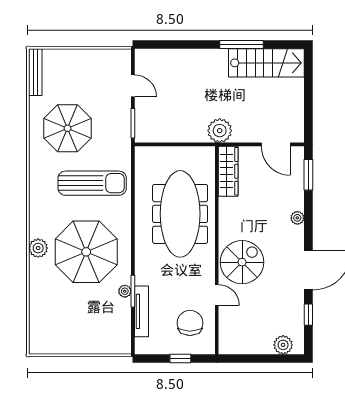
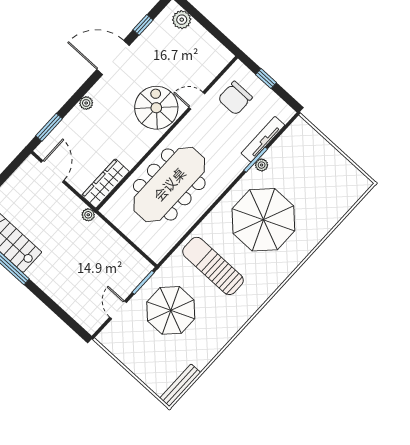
parasol: (68, 128) -> (171, 310), moved
plant: (220, 131) -> (88, 215), width x0.53, depth x0.53
plant: (38, 248) -> (296, 255), removed
spiral stairs: (242, 262) -> (156, 108), turned 90
door: (217, 295) -> (197, 101), hinge flipped

